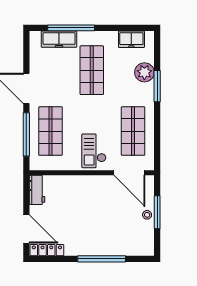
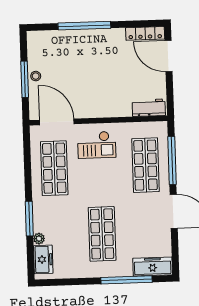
freezer: (59, 39) -> (153, 267), moved
freezer: (131, 39) -> (43, 259), moved, turned 90
plant: (144, 72) -> (39, 239), width x0.53, depth x0.53
checkout: (94, 151) -> (97, 145), turned 90
workbench: (37, 190) -> (149, 108), moved, turned 90

